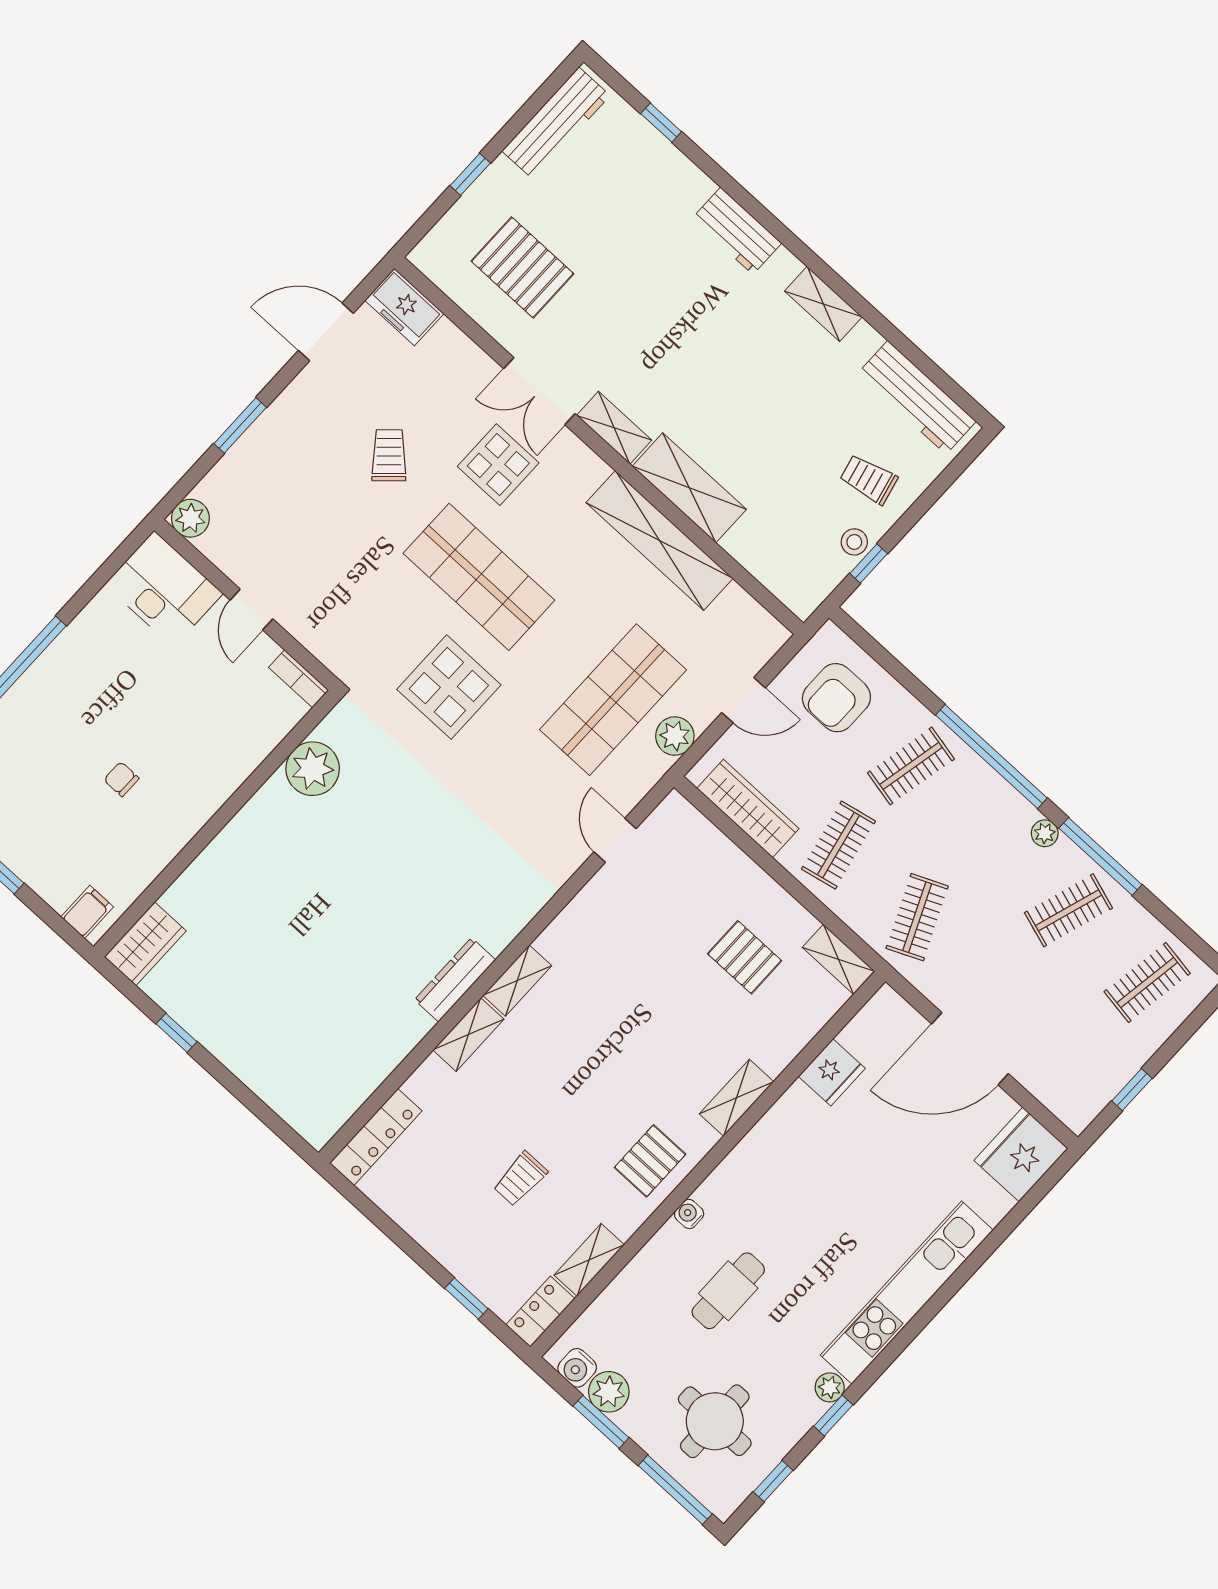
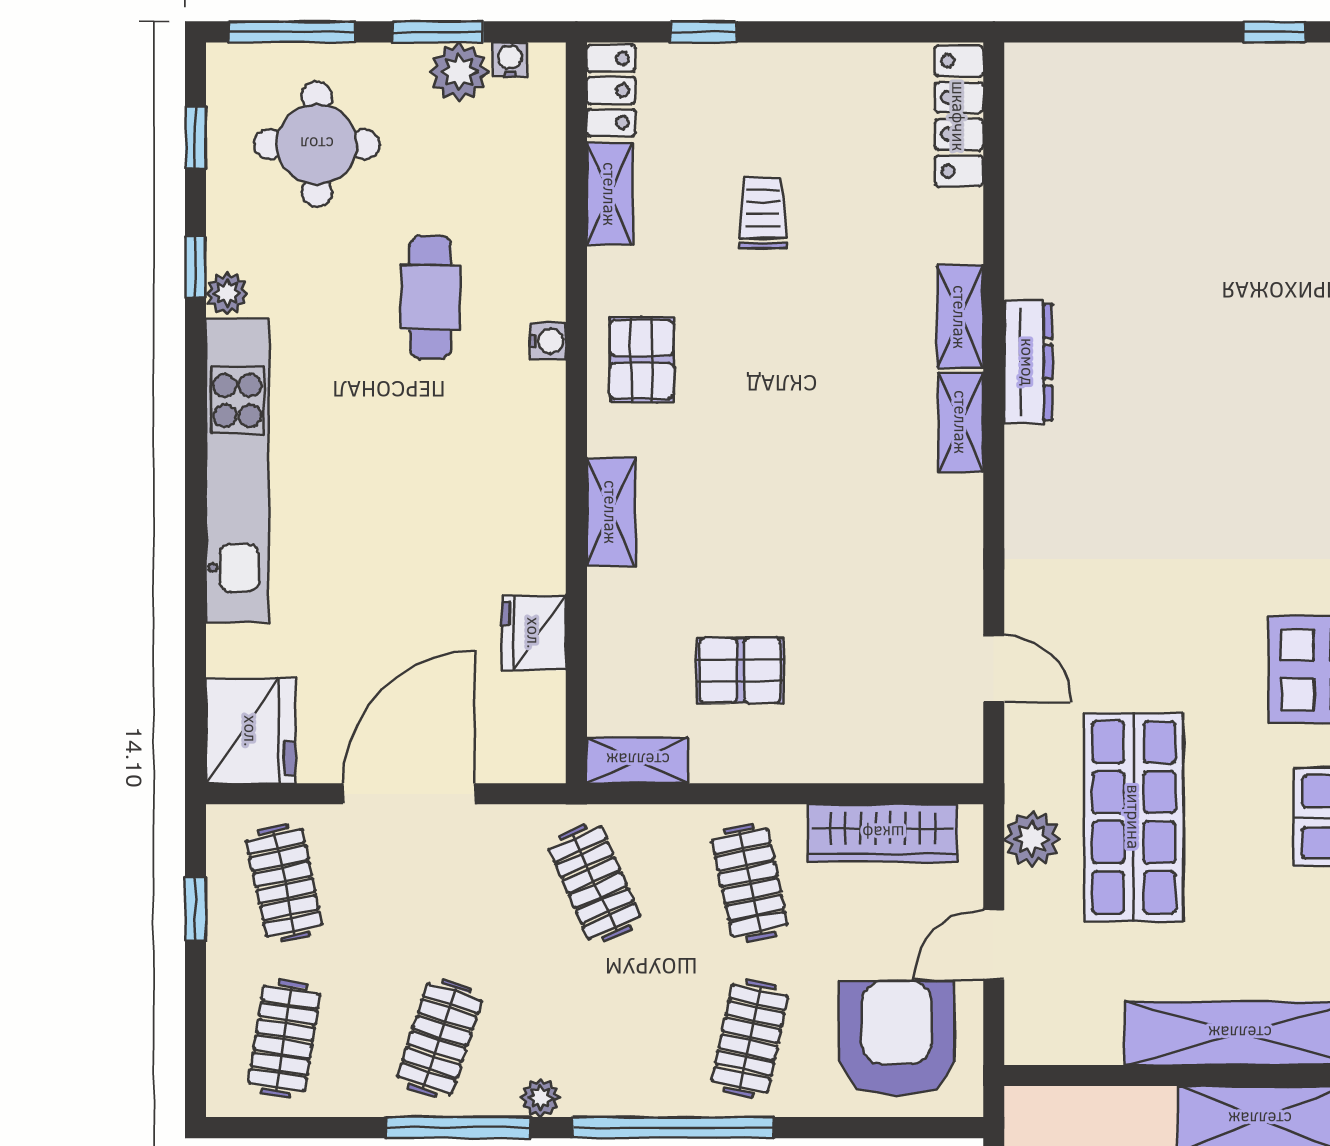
armchair: (836, 698) -> (897, 1039), width x1.36, depth x1.36
clothes rail: (1075, 1062) -> (284, 883), added
water cooler: (577, 1368) -> (510, 60), width x0.72, depth x0.72

